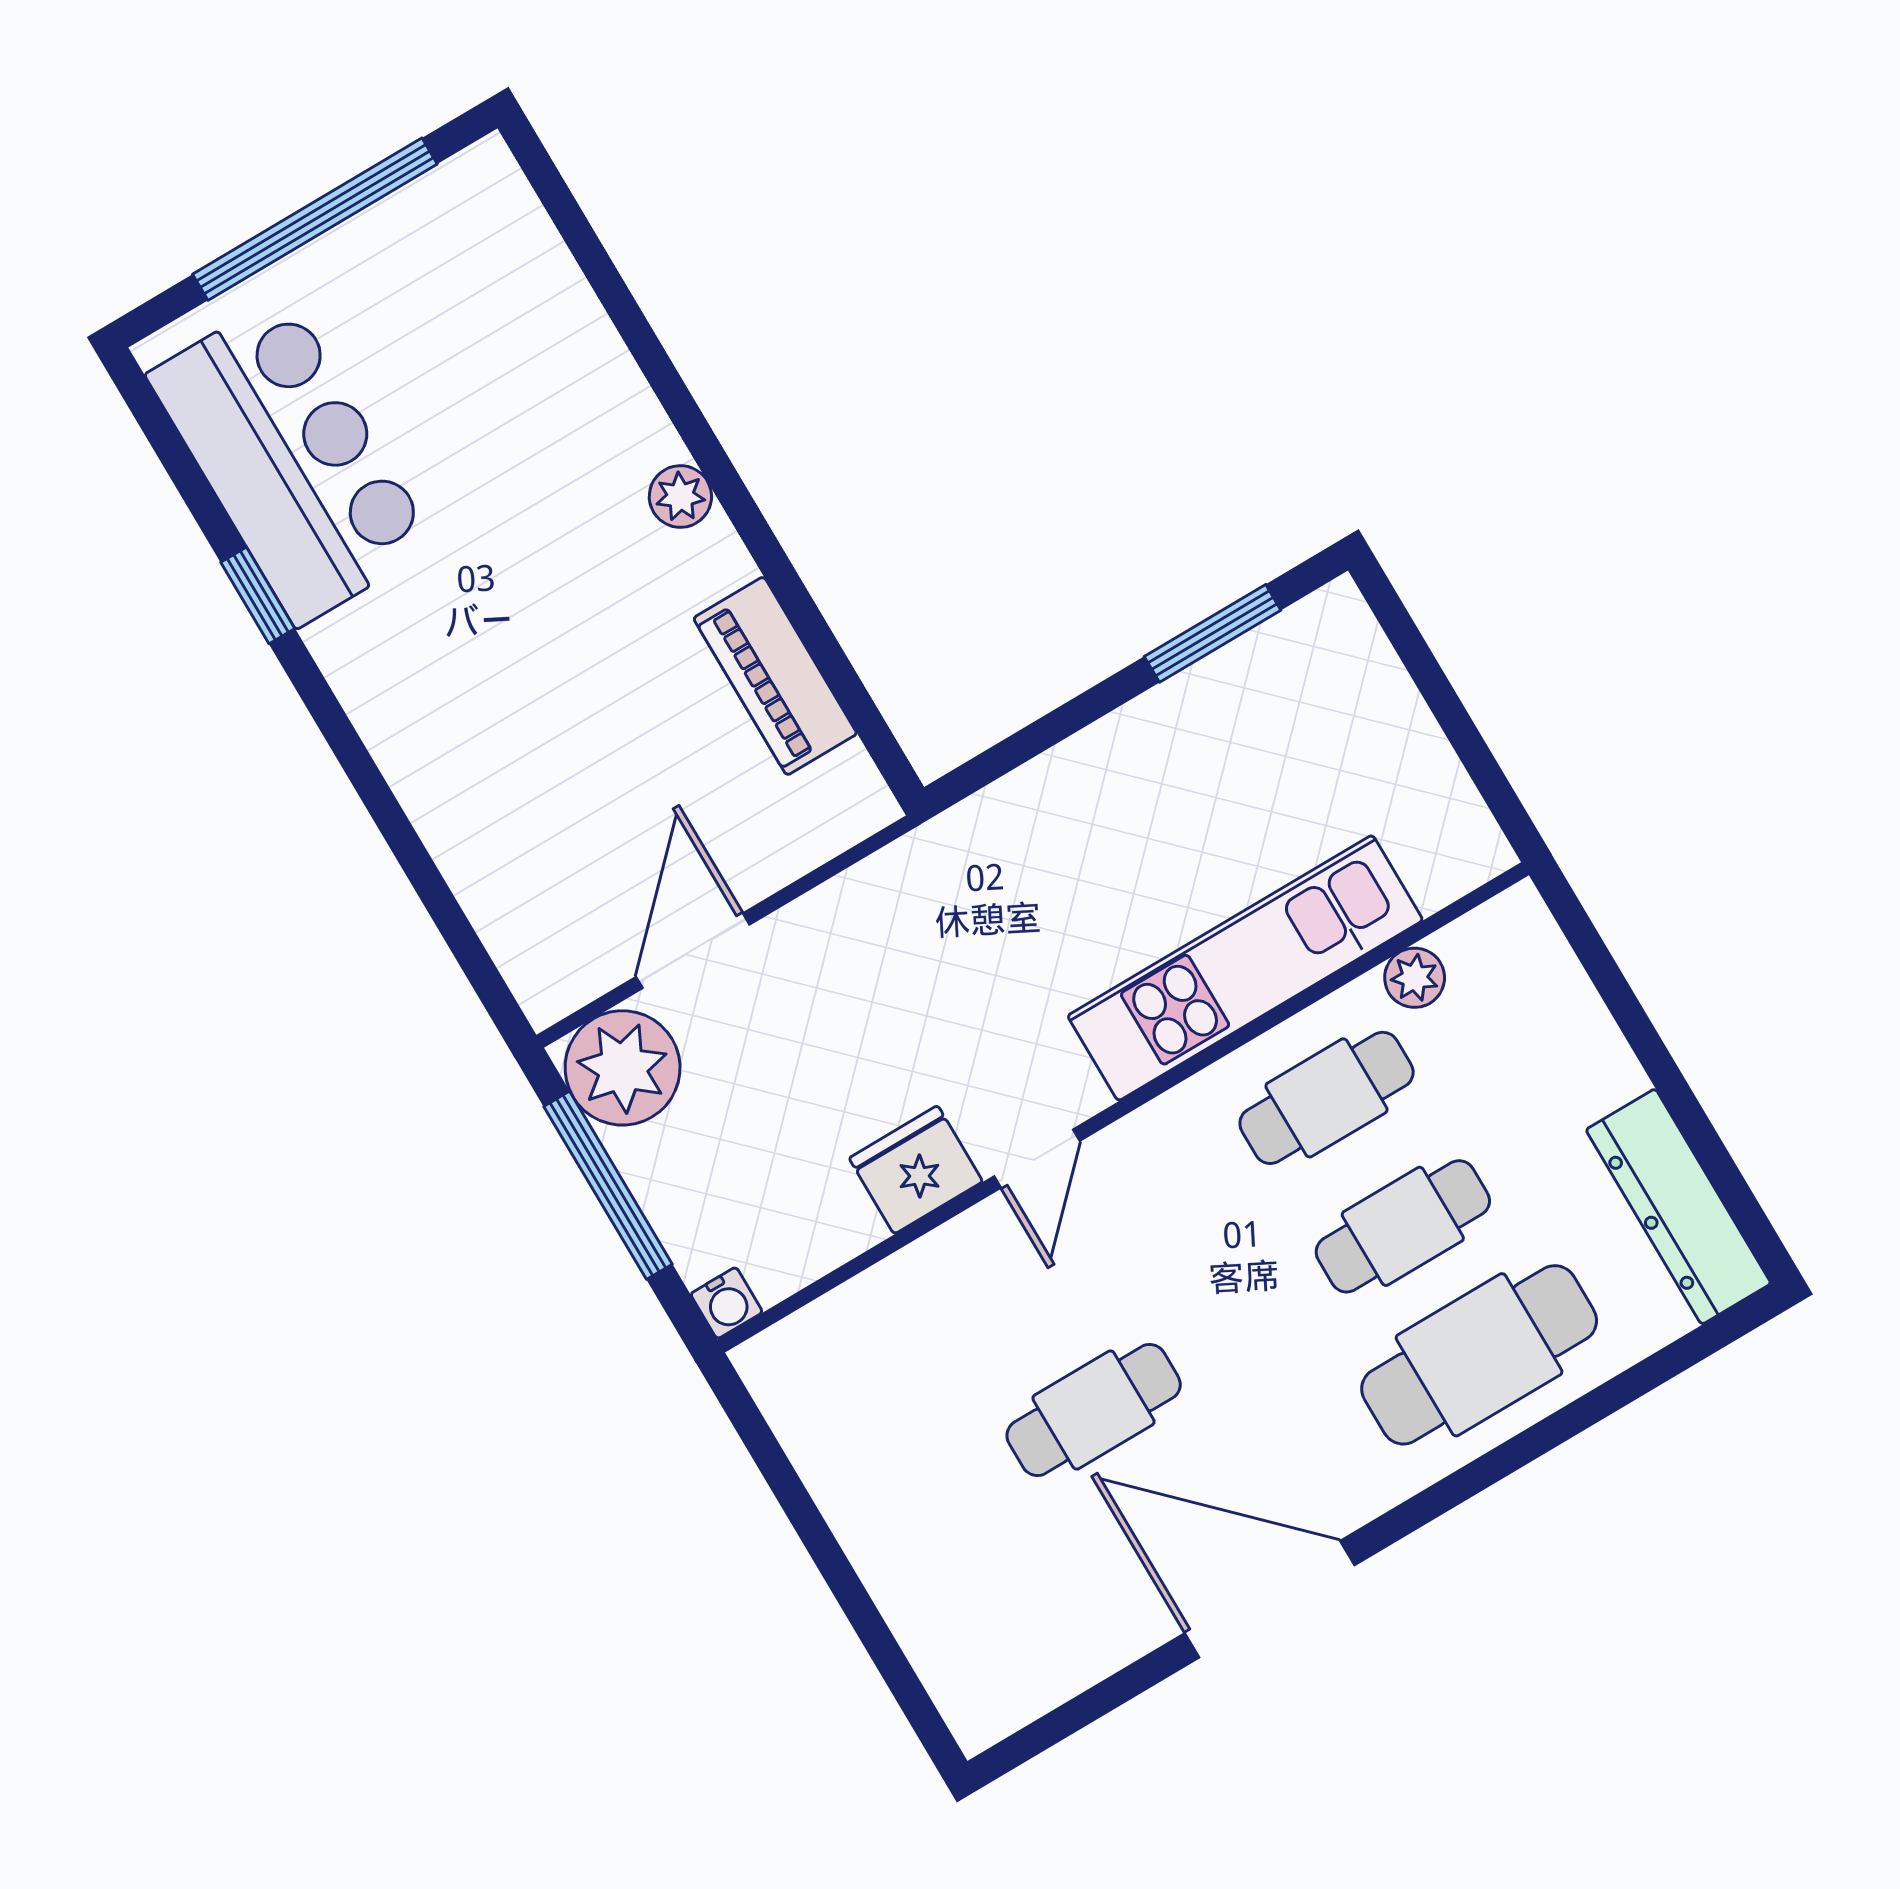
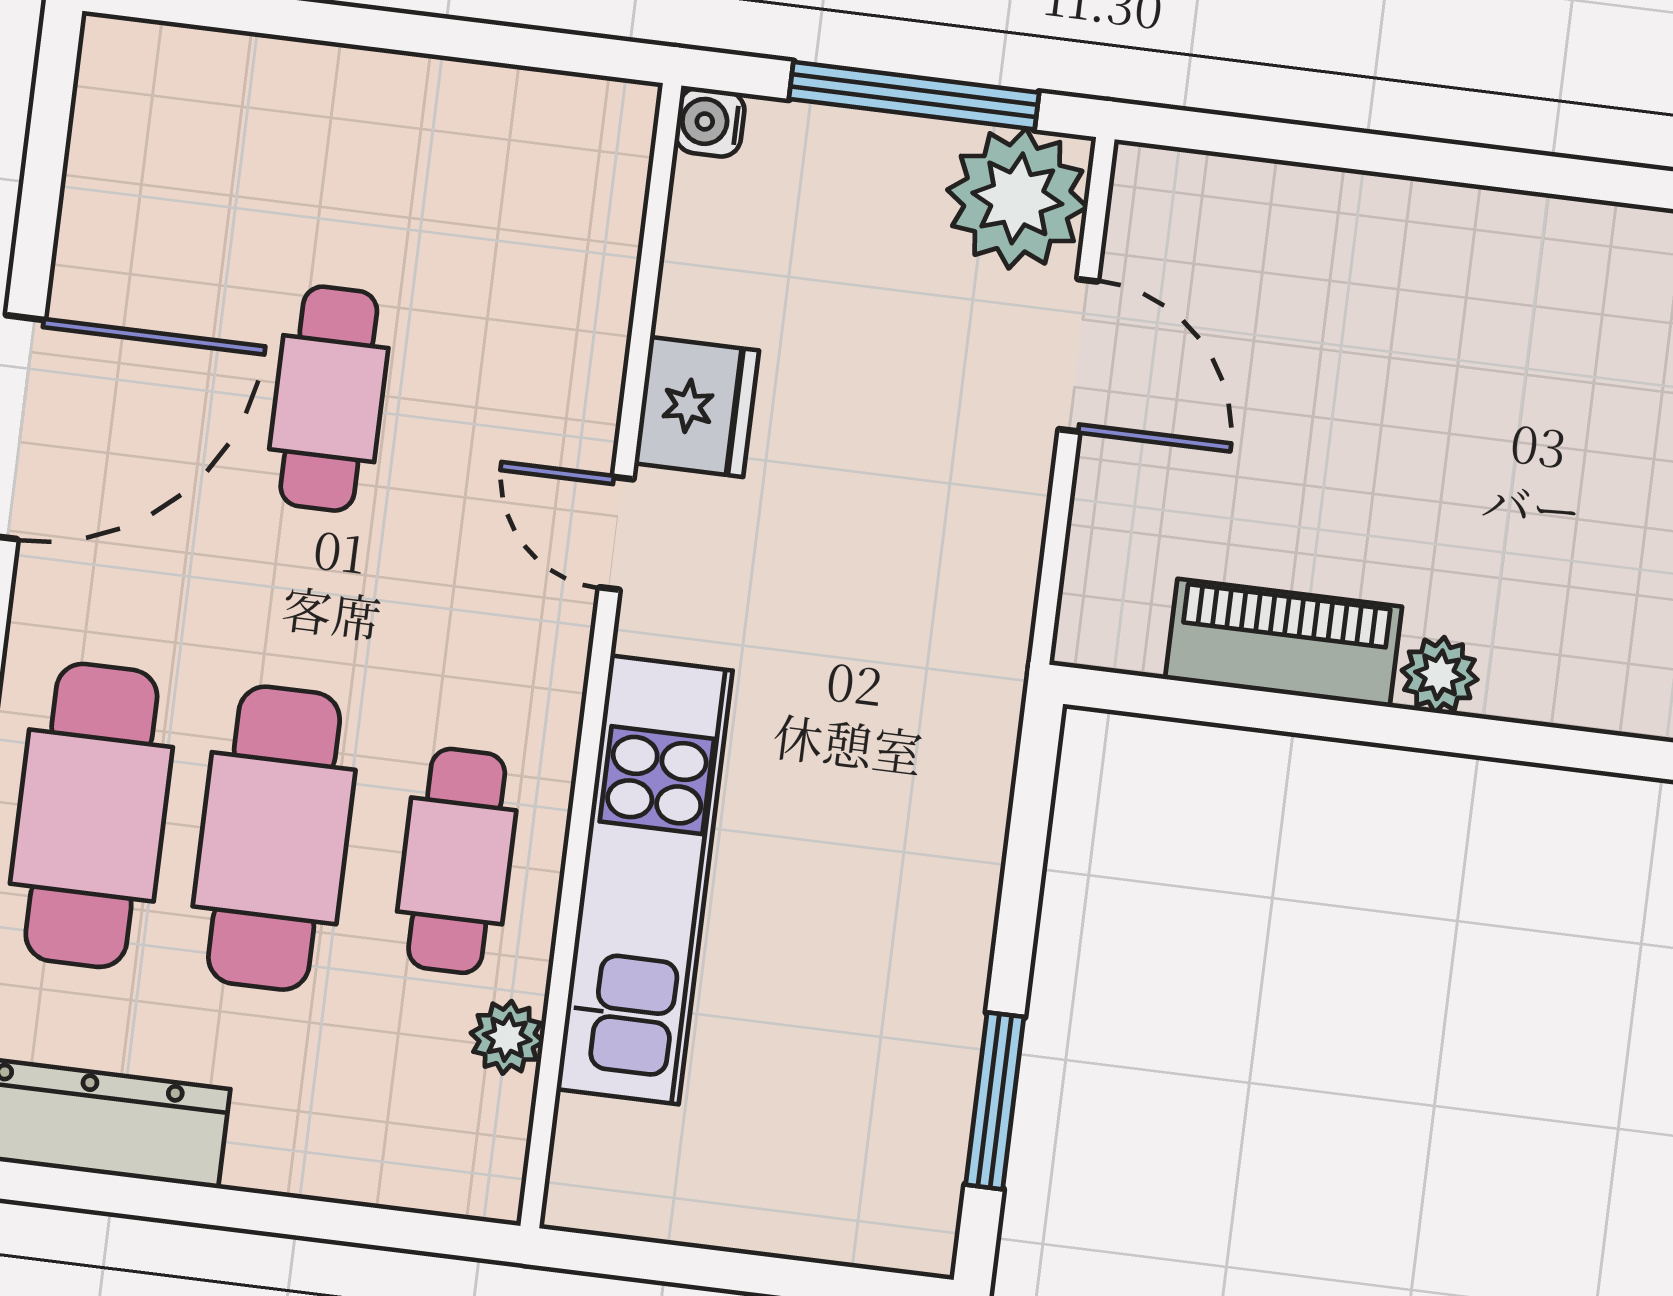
plant: (680, 497) -> (1440, 675), moved
cafe table: (1403, 1226) -> (274, 838), width x1.37, depth x1.35

